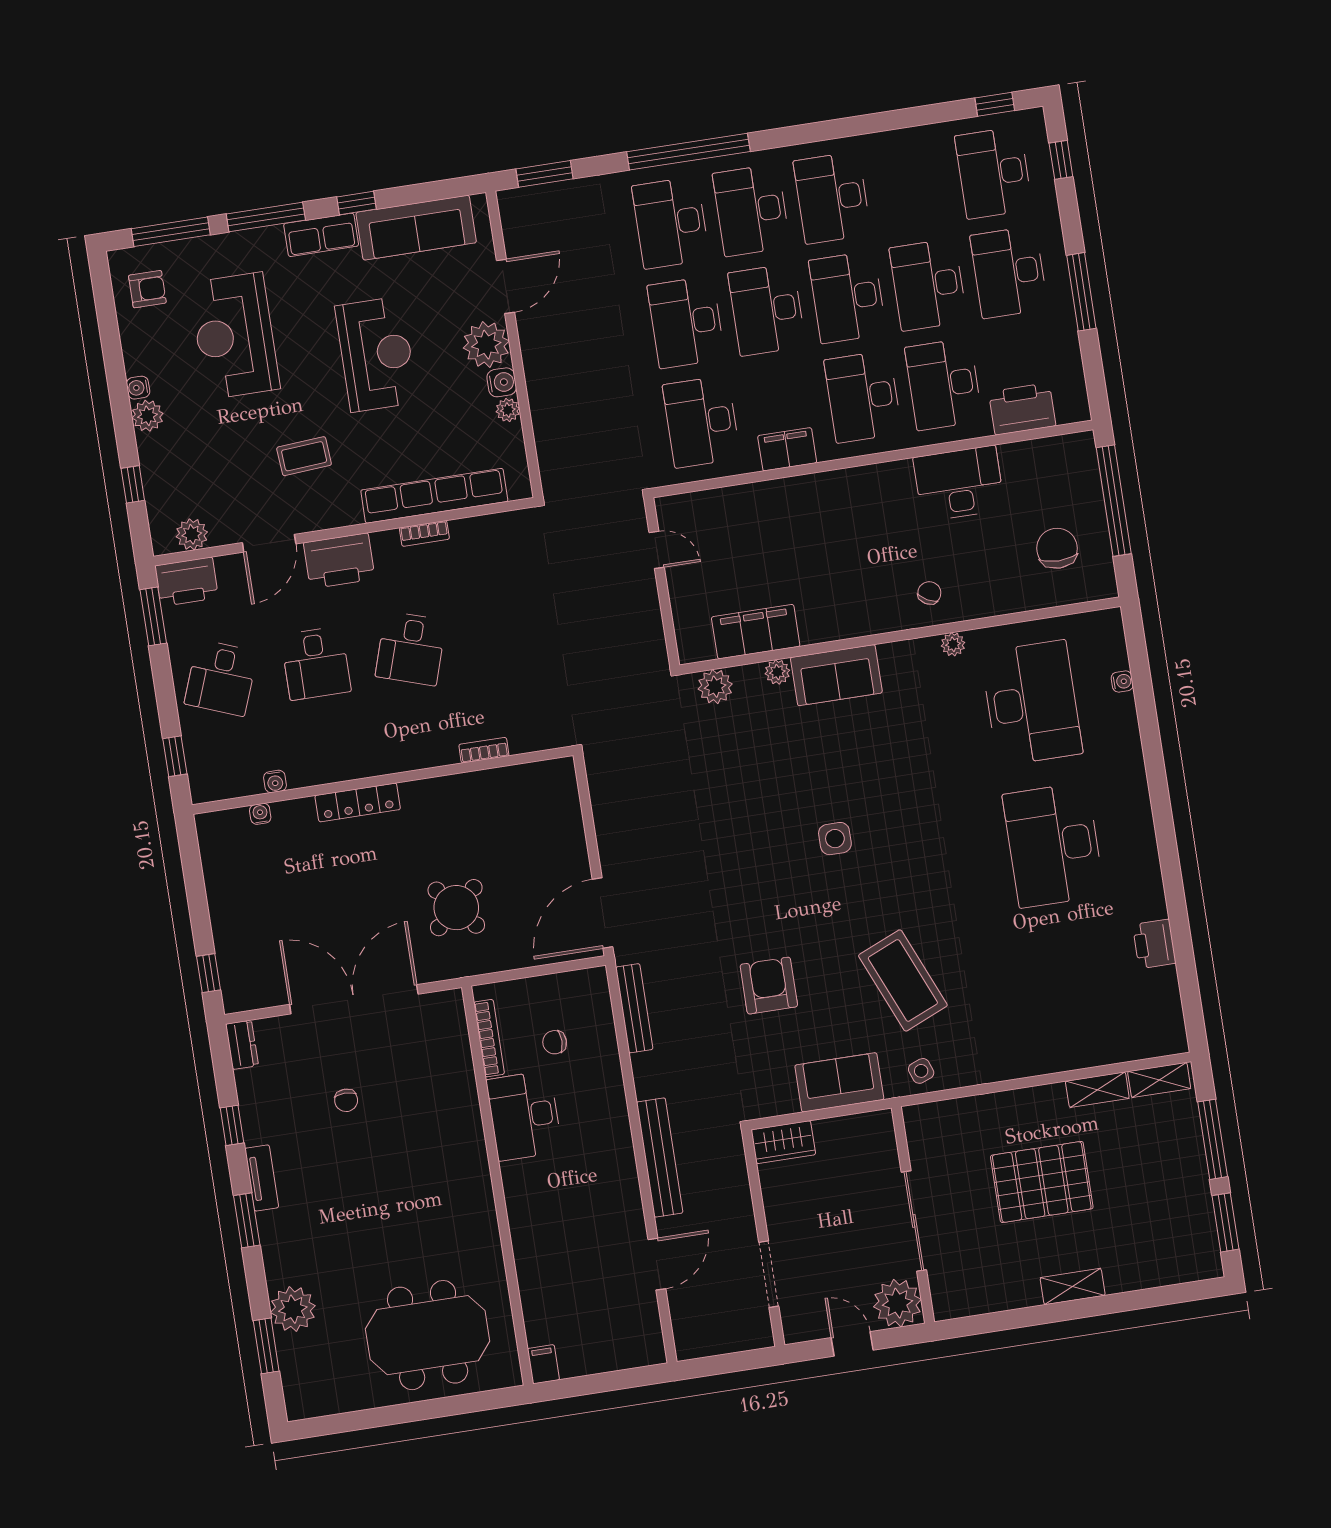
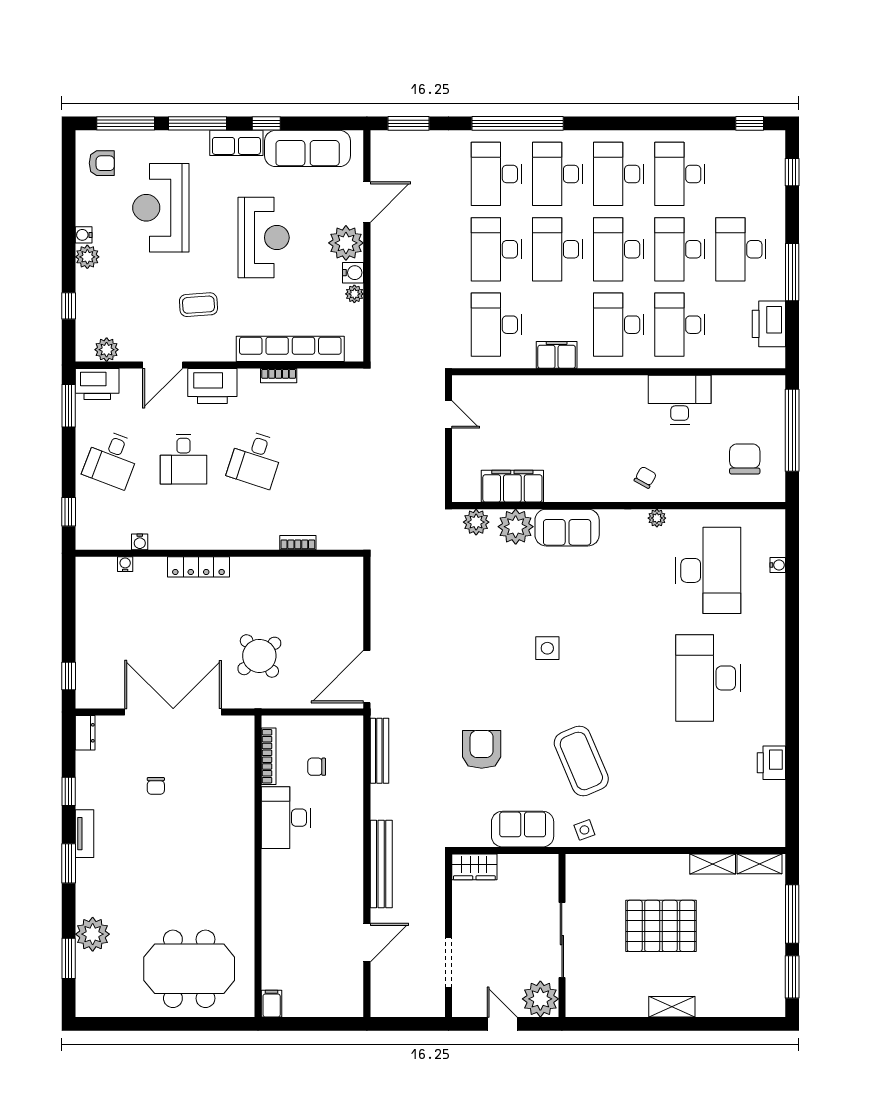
desk: (994, 173) -> (680, 174), moved
printer: (1022, 409) -> (769, 324), moved, turned -90
plant: (777, 672) -> (516, 527), width x1.87, depth x1.87

